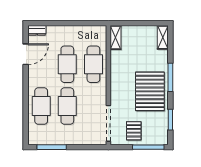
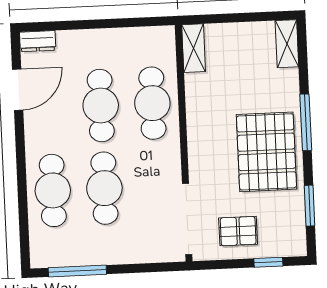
pallet: (134, 131) -> (238, 231), turned 90
window: (148, 147) -> (268, 262), width x0.46

